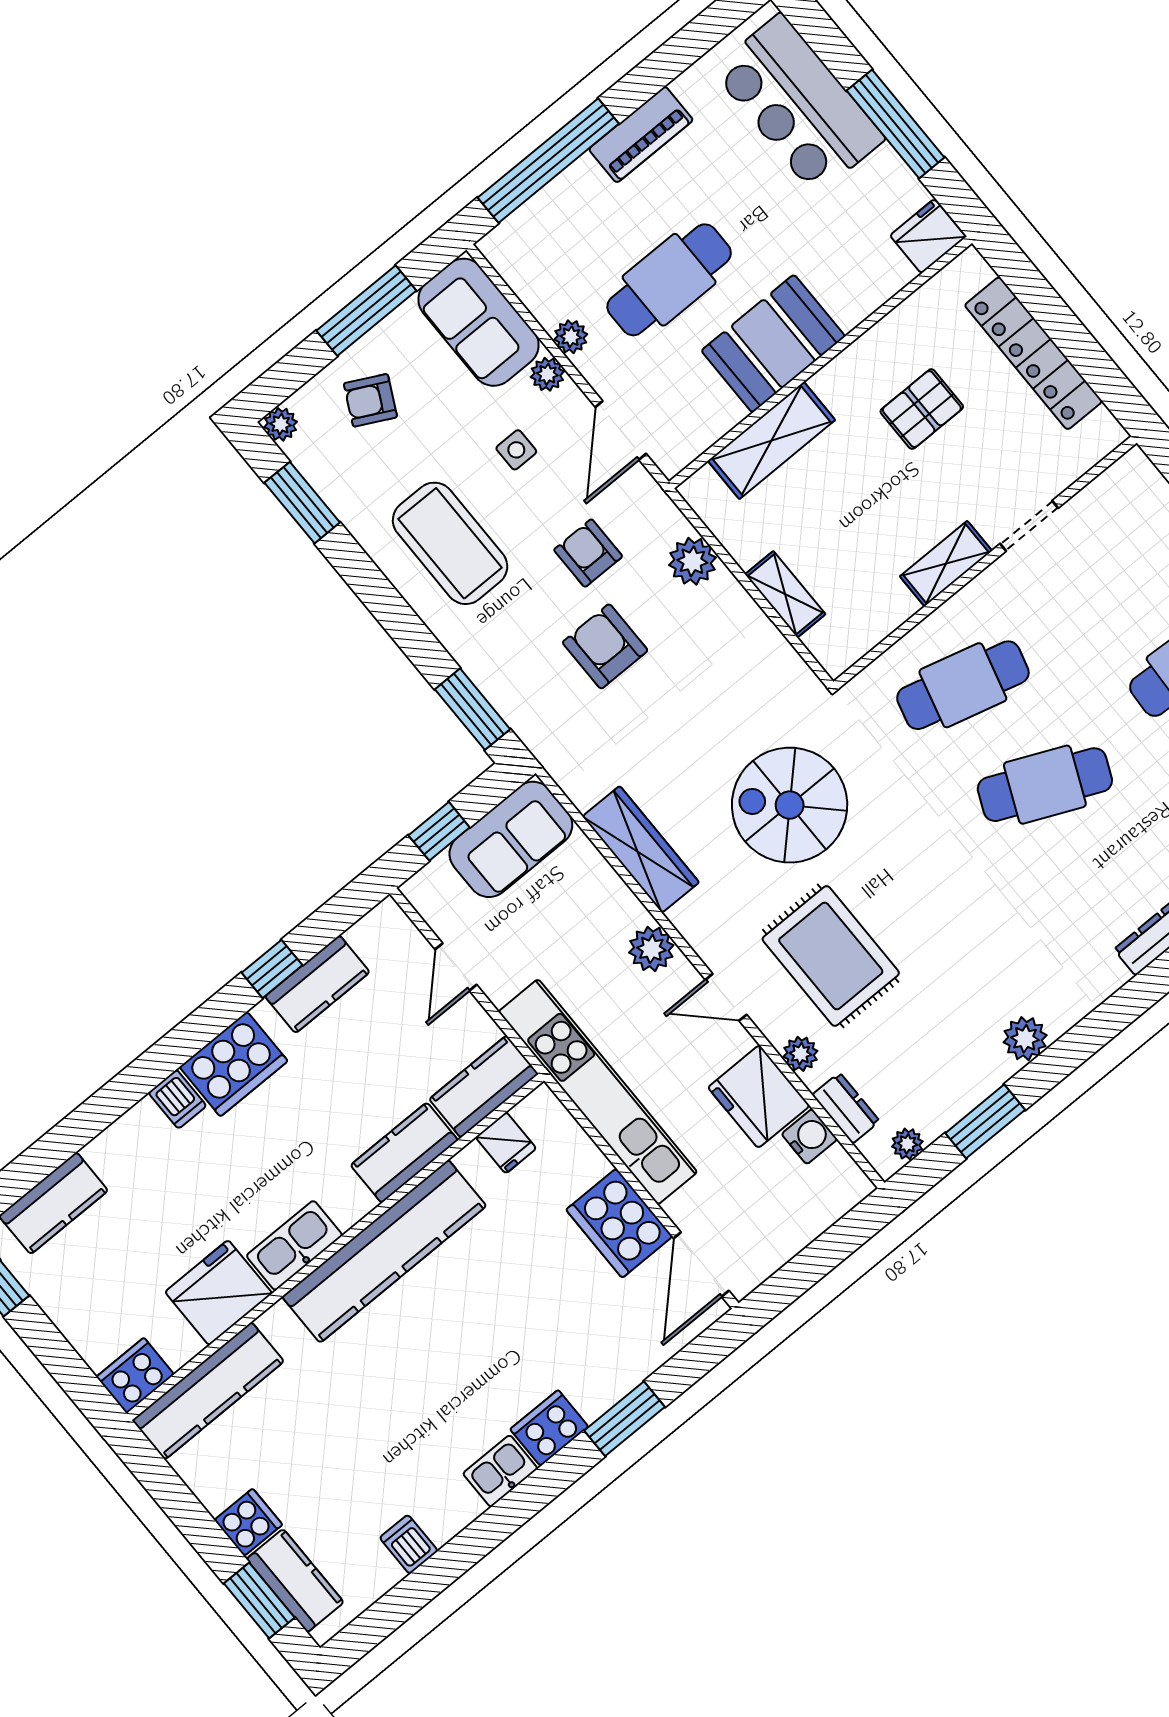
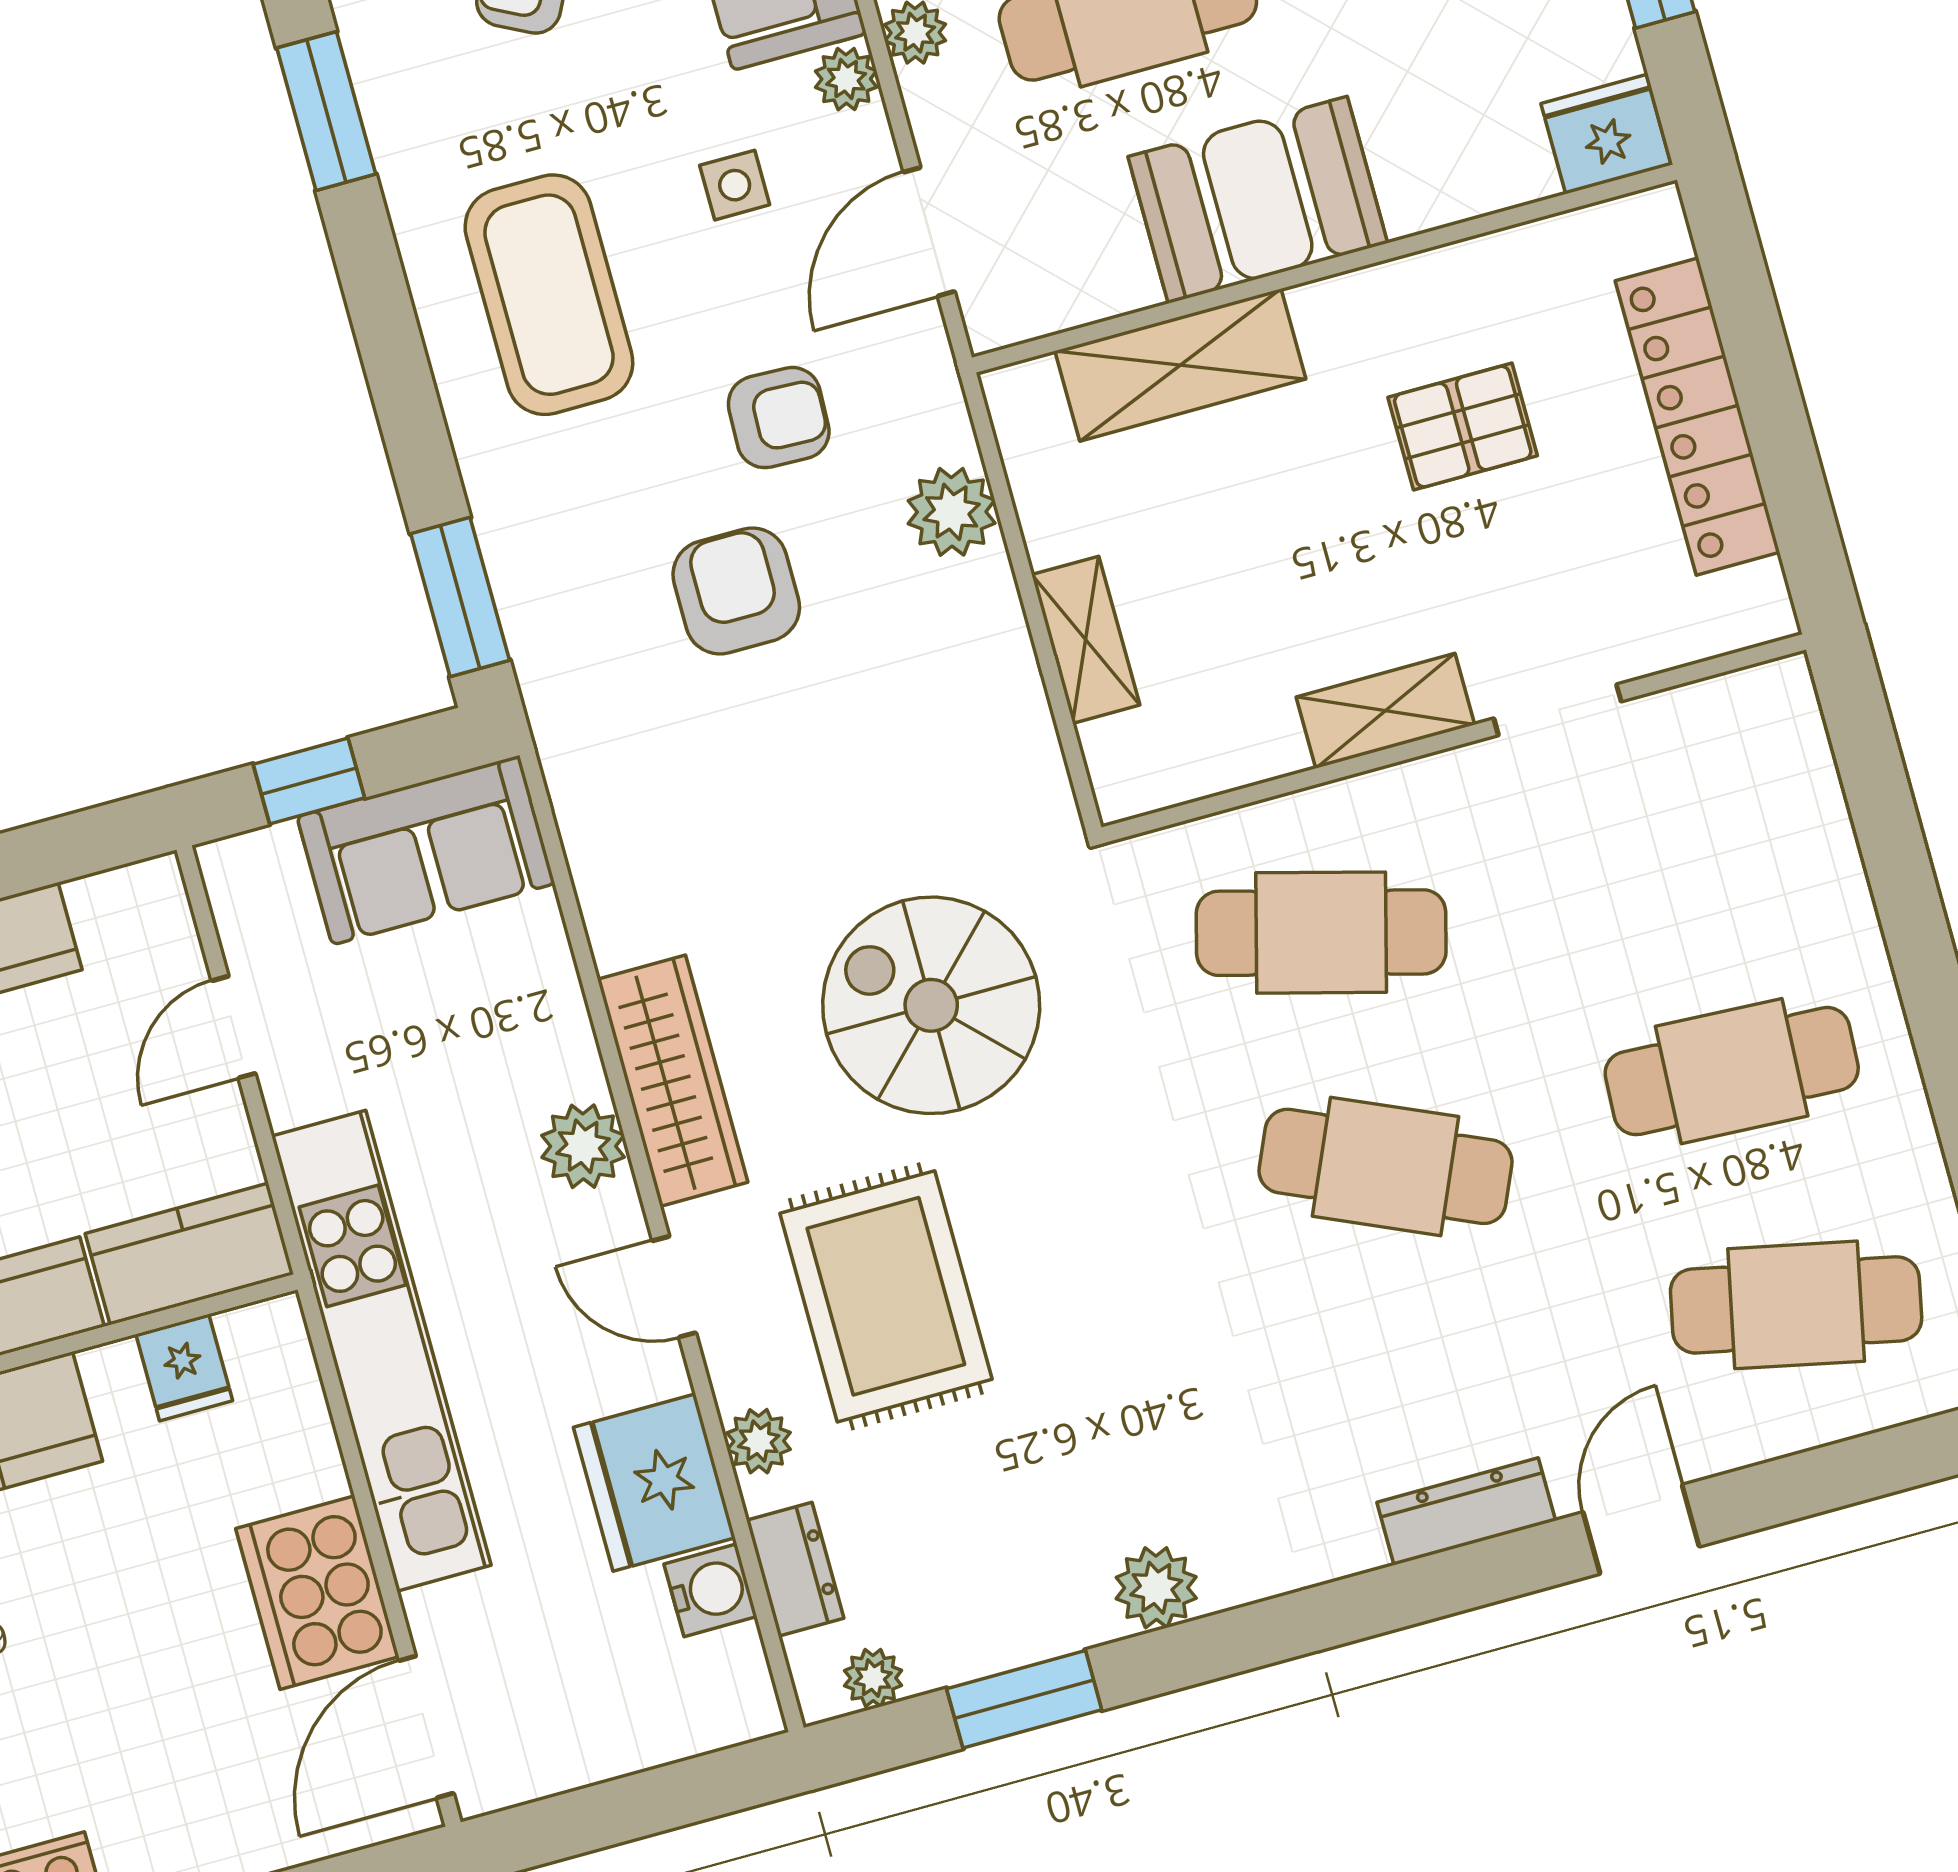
armchair: (588, 553) -> (779, 418), turned 92
wardrobe: (641, 849) -> (673, 1081), moved

